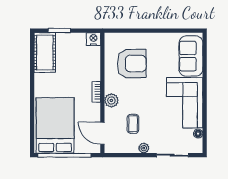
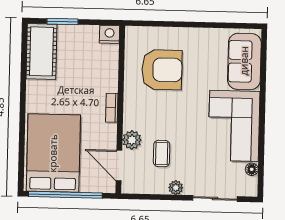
plant: (111, 100) -> (132, 140), moved

